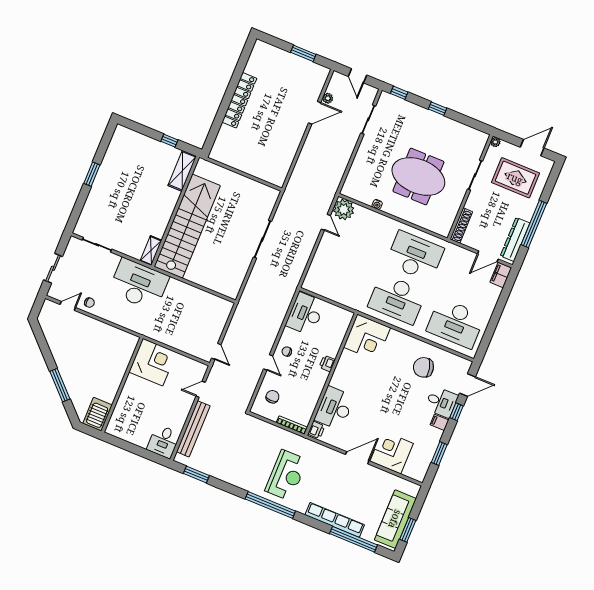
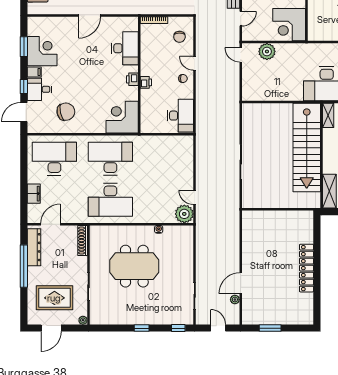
filing cabinet: (501, 275) -> (34, 194), moved
plant: (187, 344) -> (267, 51), added
printer: (316, 430) -> (132, 79), moved
corner desk: (392, 452) -> (42, 51), moved, turned -90

